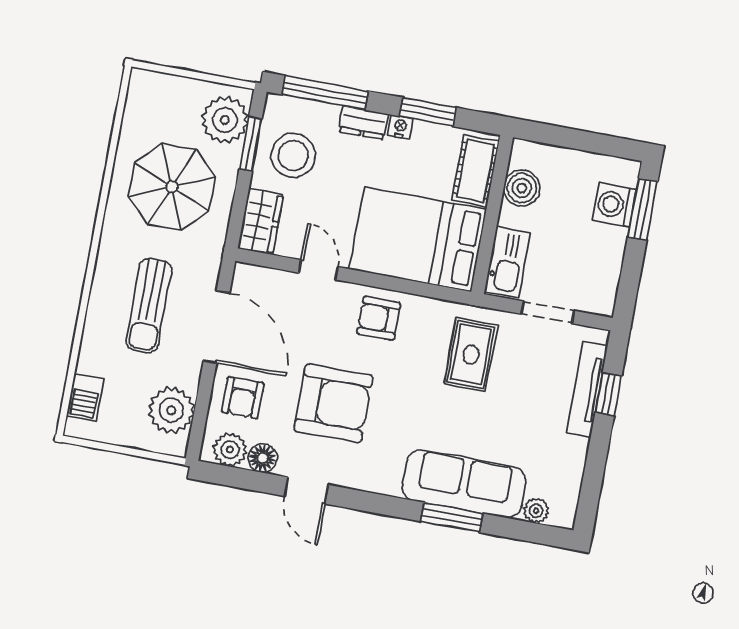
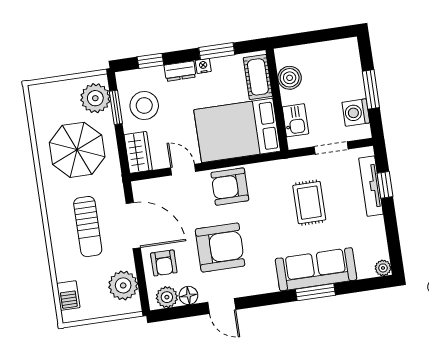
window: (325, 93) -> (150, 61), width x0.46
washing machine: (615, 205) -> (356, 113), moved
window: (643, 209) -> (371, 89), moved
kitchen sink: (507, 262) -> (295, 120), width x0.73
armchair: (379, 318) -> (230, 187), width x1.38, depth x1.38
rug: (471, 355) -> (309, 203), moved
plant: (536, 511) -> (383, 268), moved

